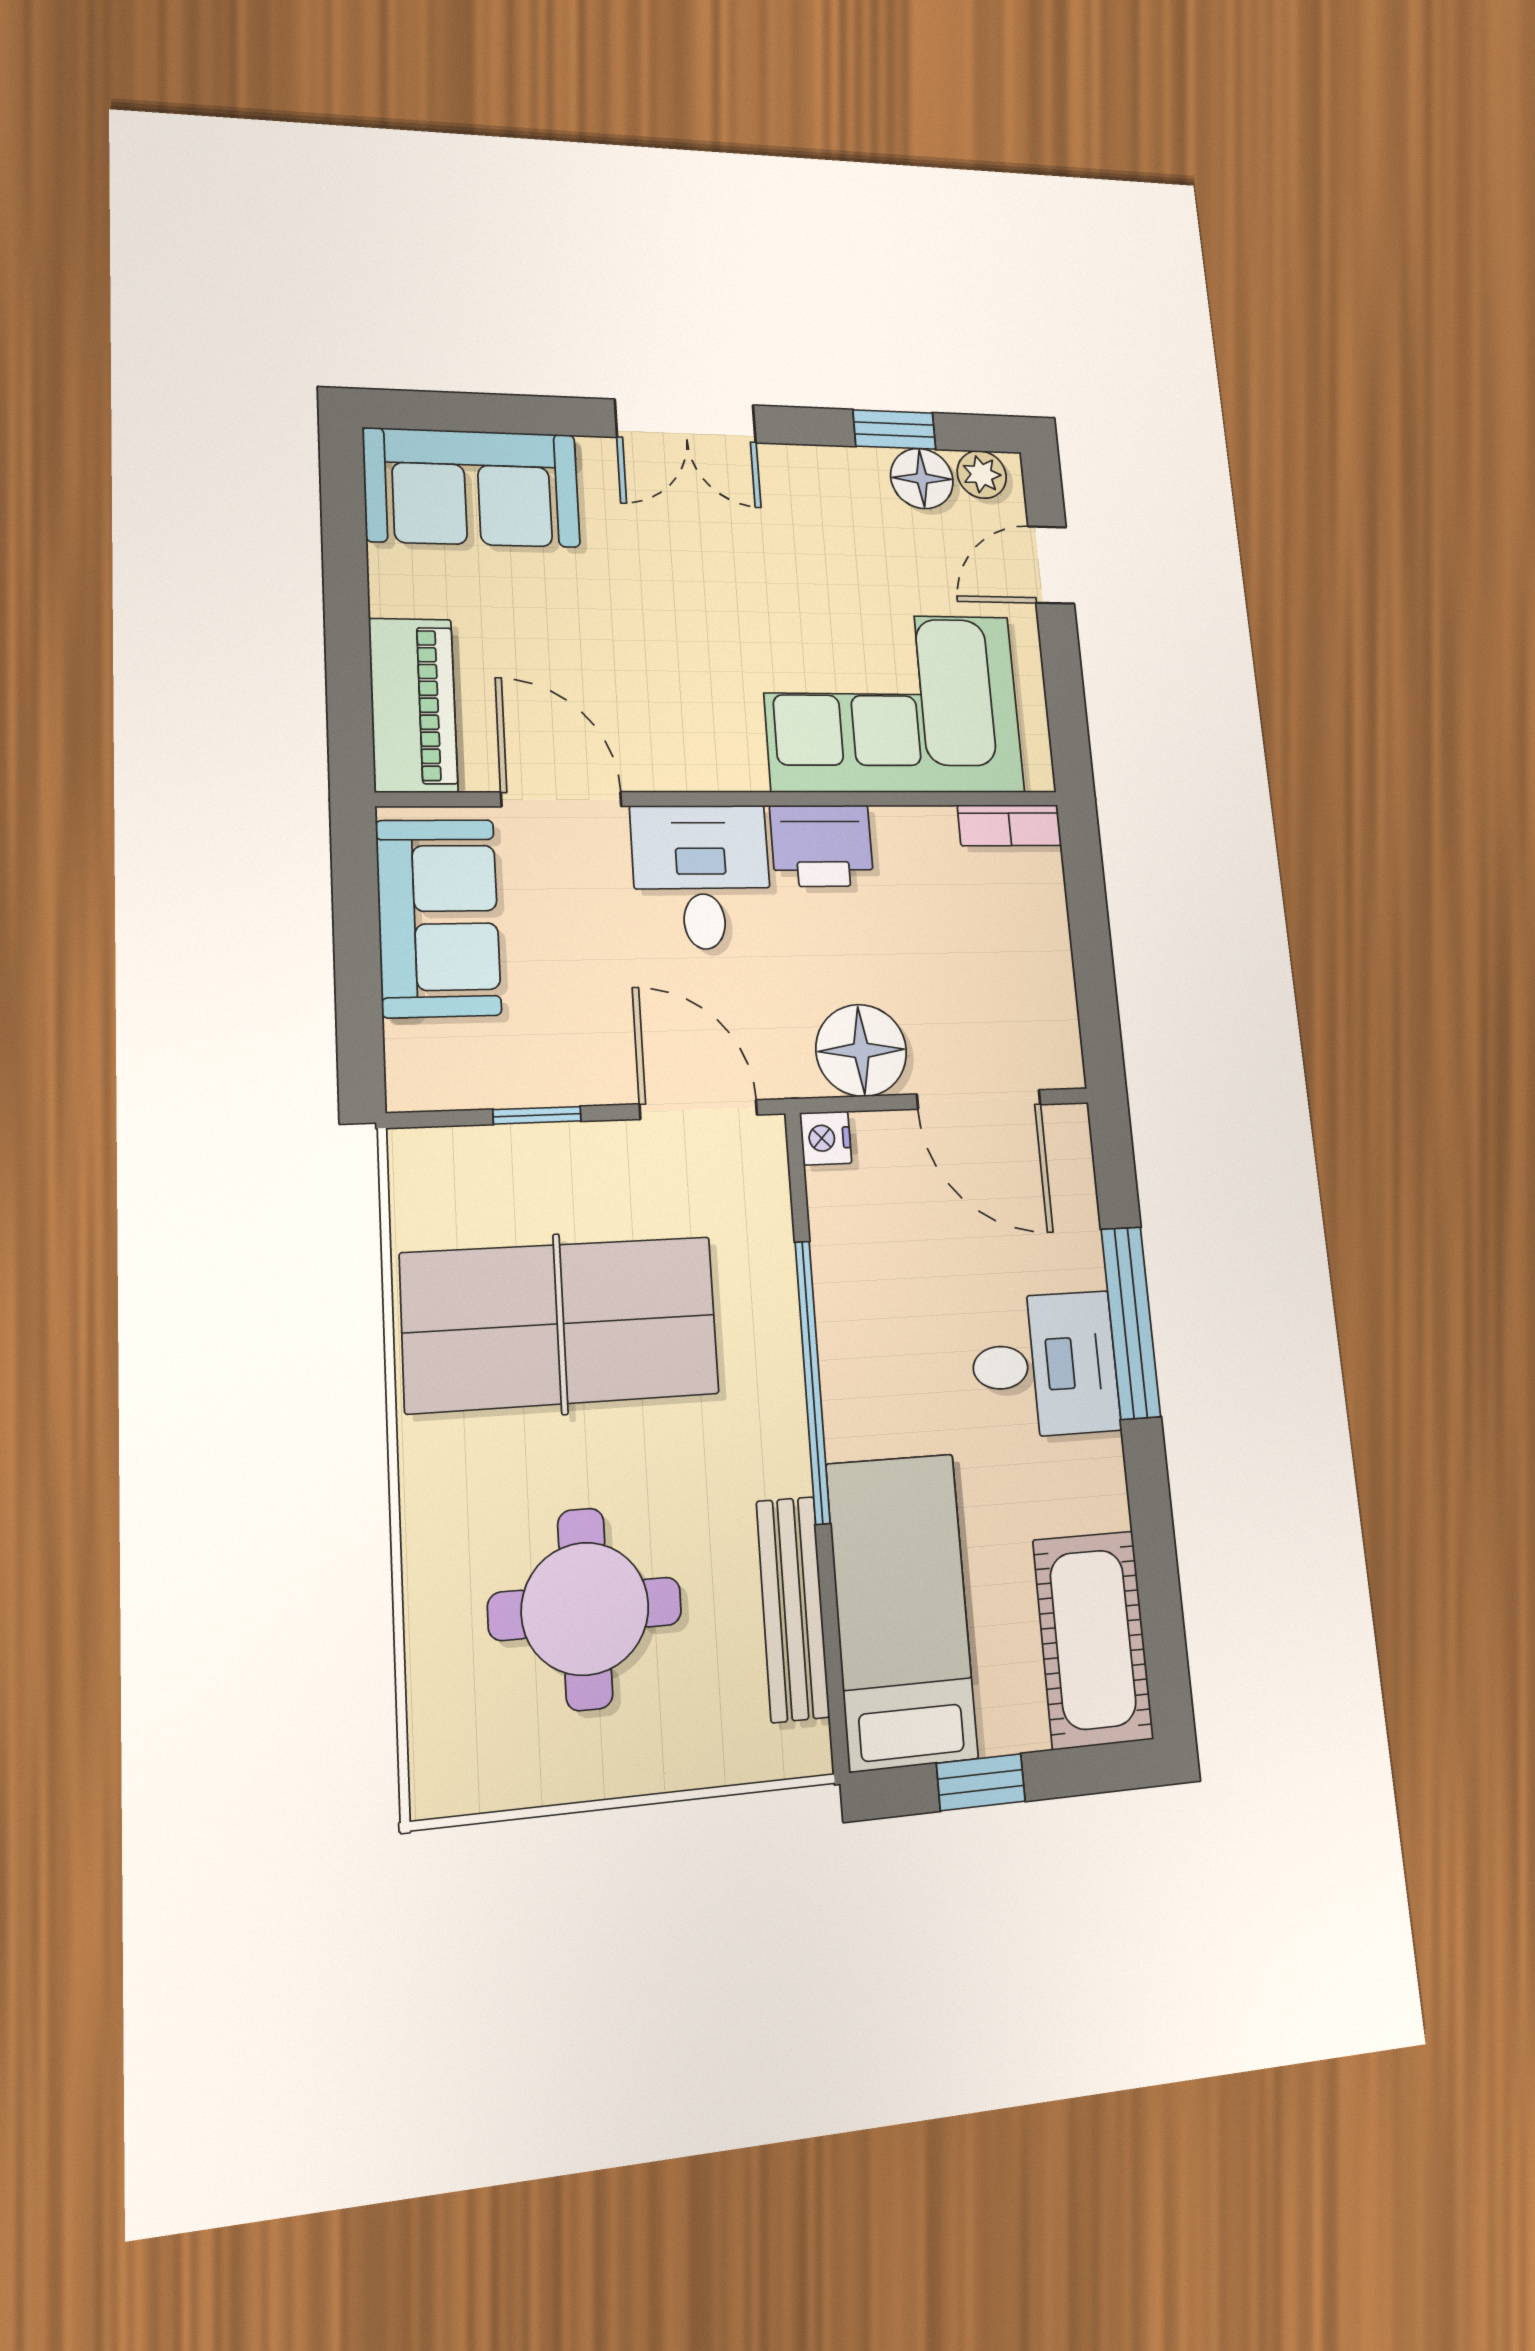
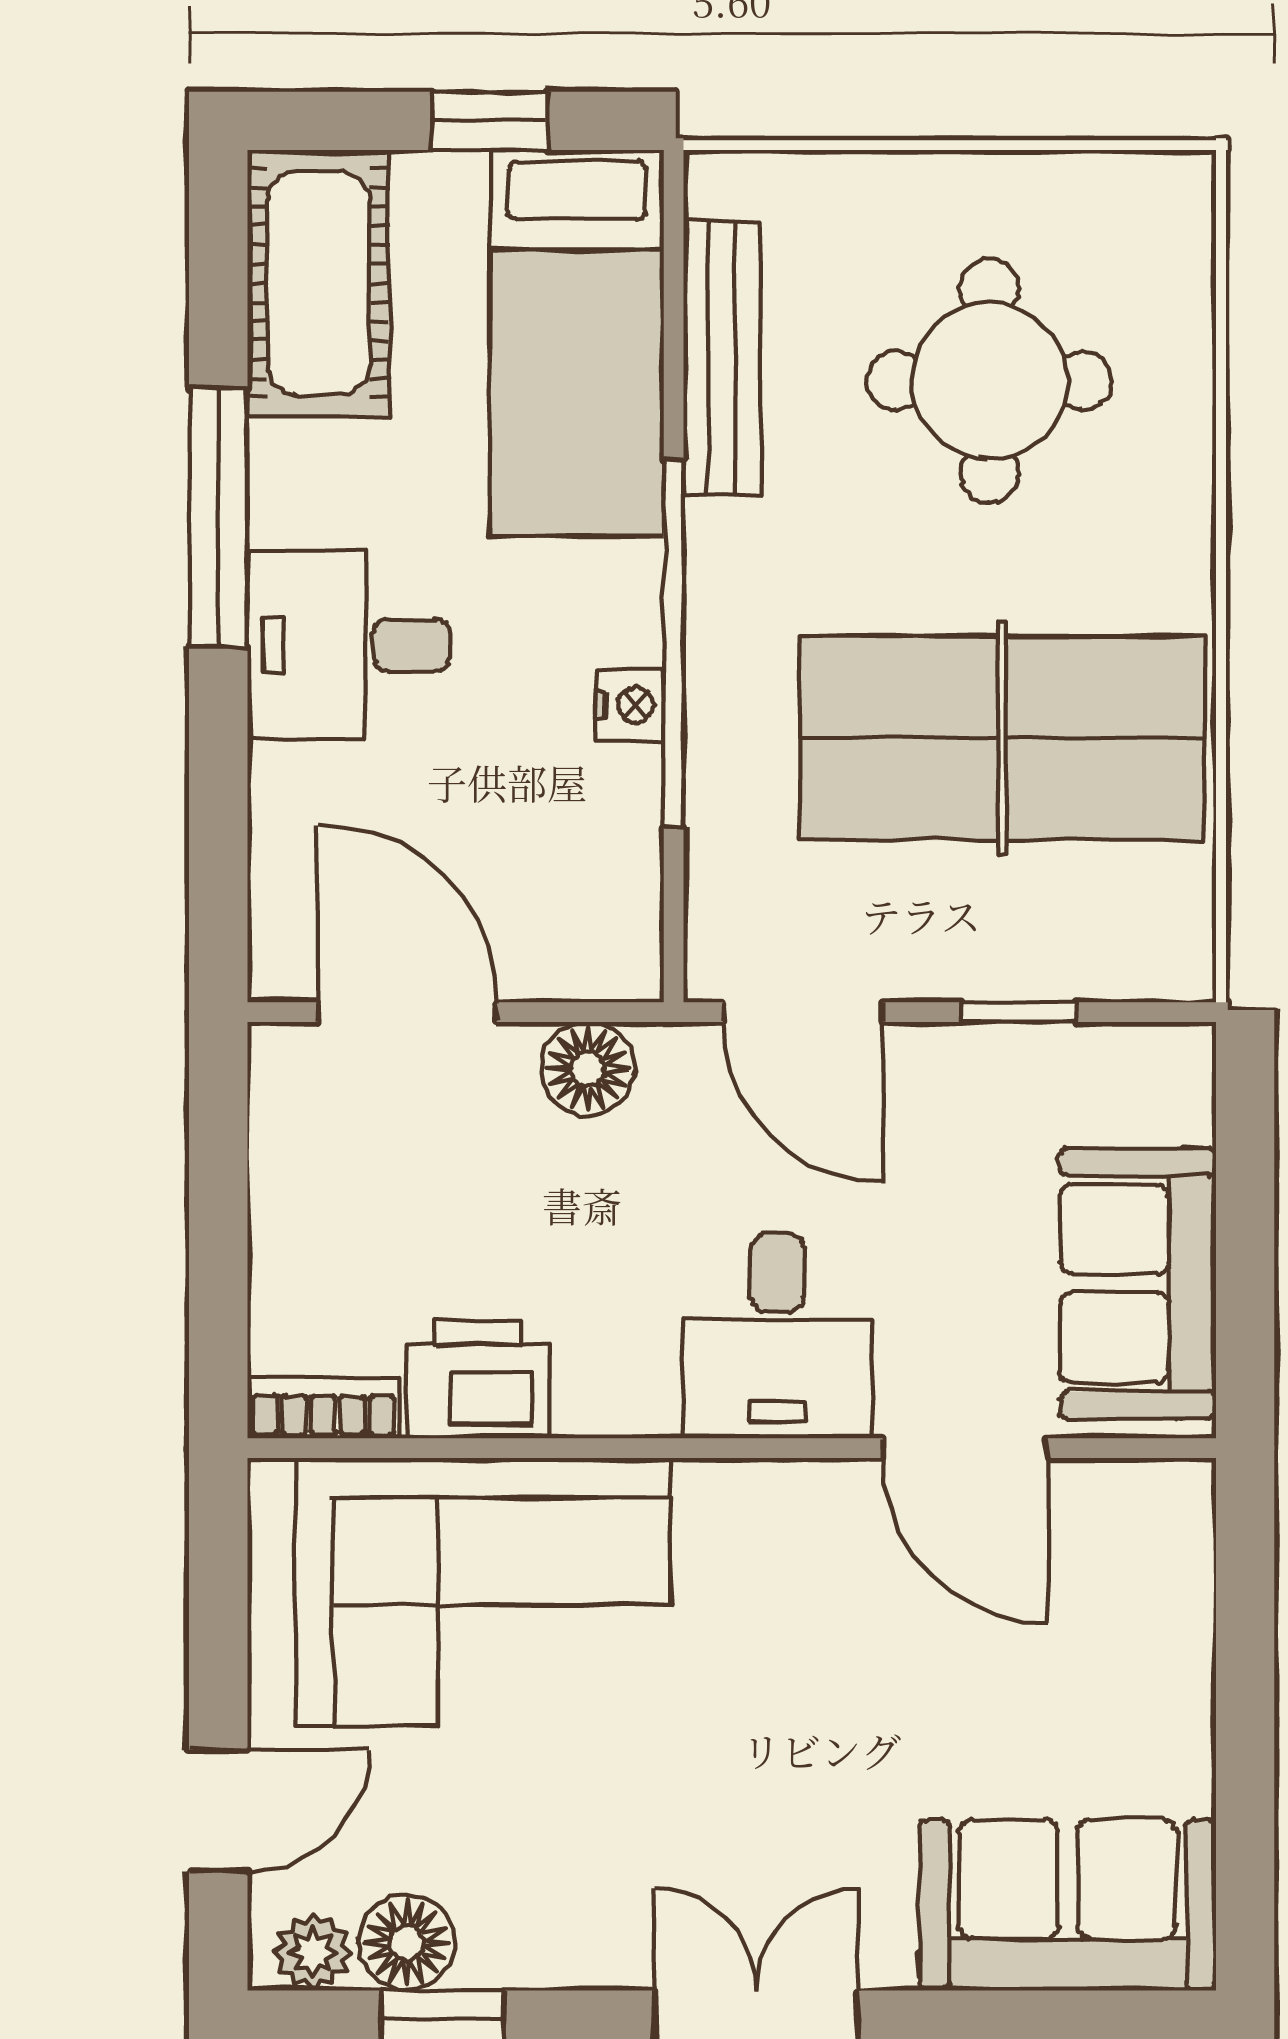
piano: (413, 705) -> (1160, 1582), removed
printer: (822, 846) -> (478, 1379), moved
floor lamp: (861, 1050) -> (588, 1069), width x0.73, depth x0.73
nightstand: (826, 1138) -> (630, 705), moved
window: (1131, 1322) -> (218, 517), moved

